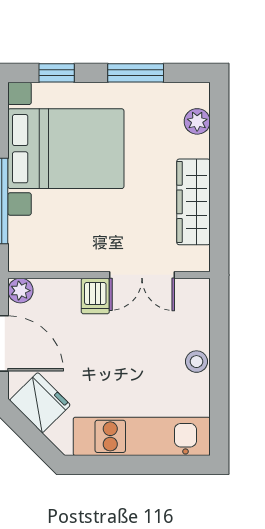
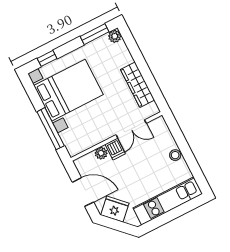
window: (136, 73) -> (95, 34), moved
plant: (197, 121) -> (115, 36), moved
plant: (20, 291) -> (101, 153), moved

